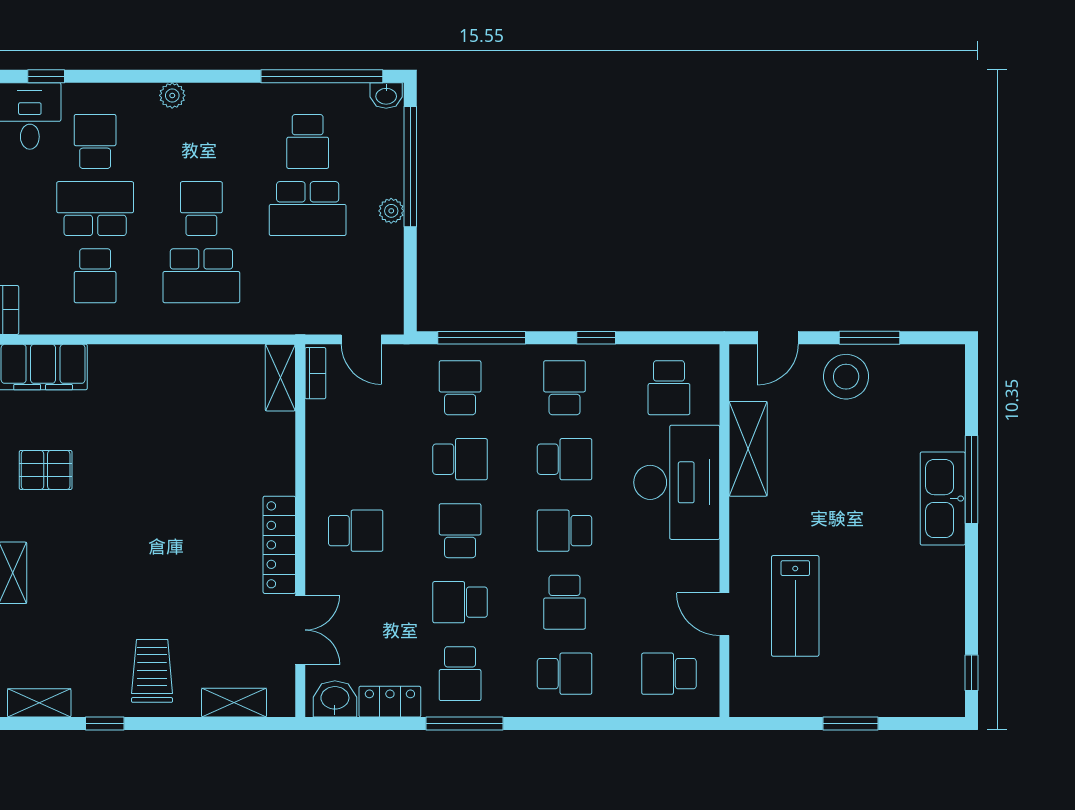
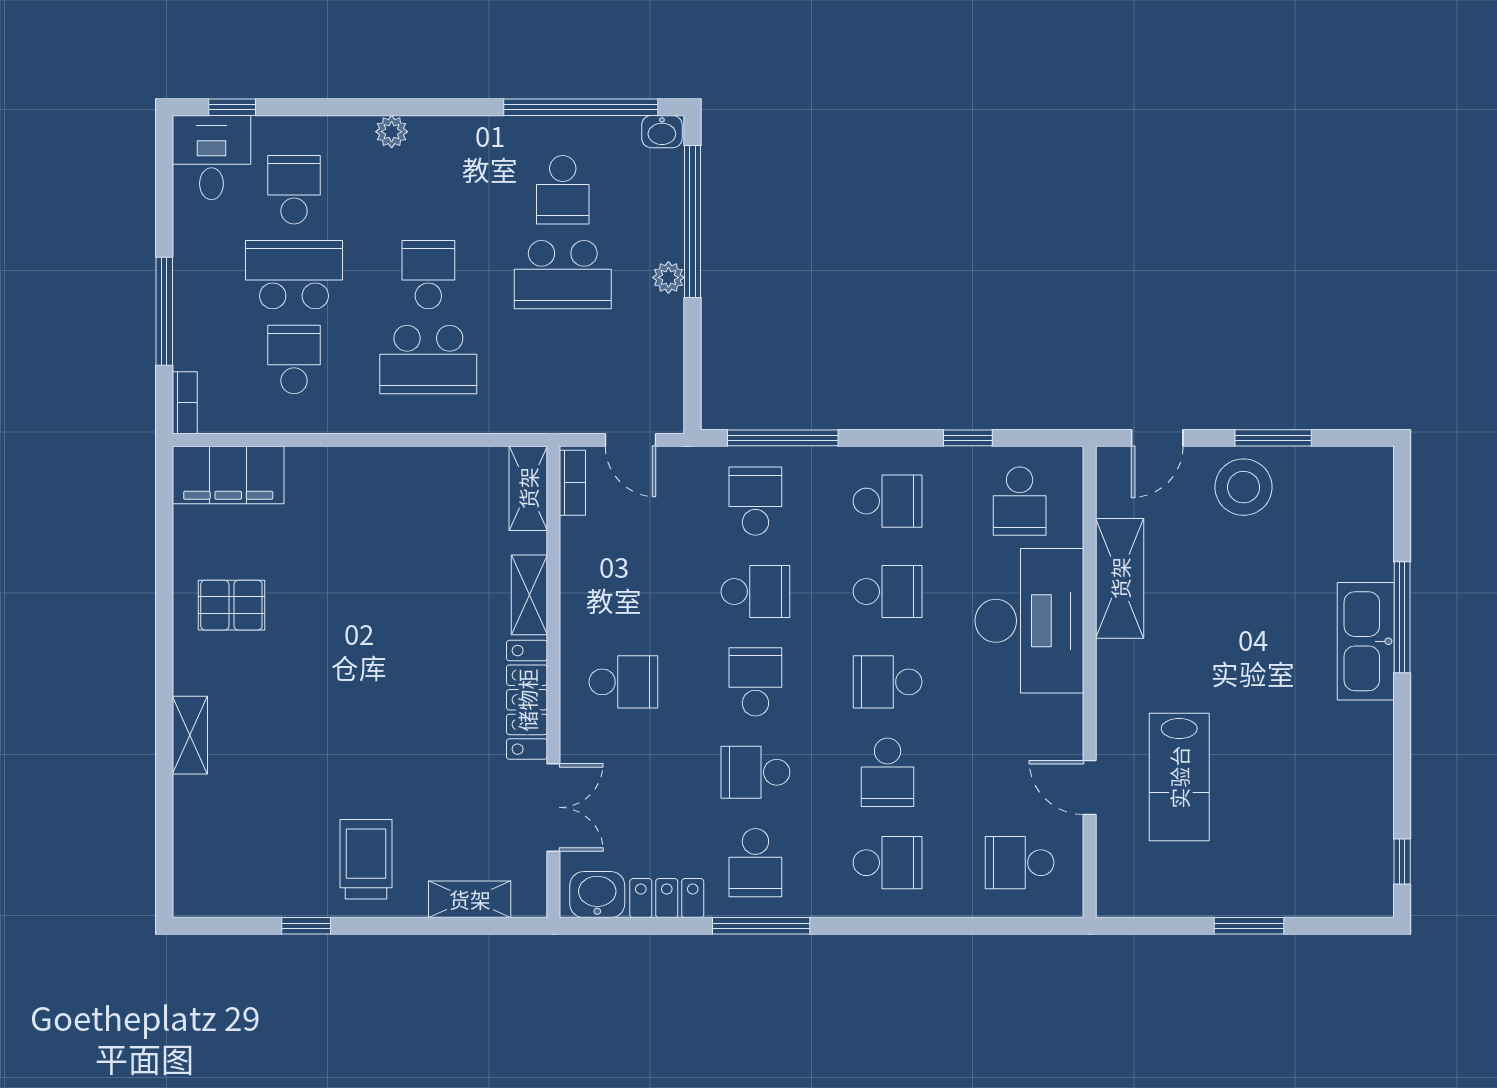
school desk: (95, 276) -> (294, 360), turned 180
window: (596, 338) -> (968, 438), moved
school desk: (565, 388) -> (888, 501), turned 90
shelving: (39, 703) -> (529, 595), moved, turned 90

